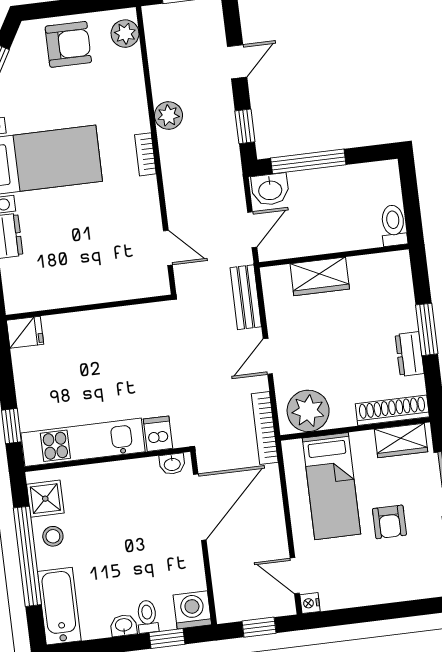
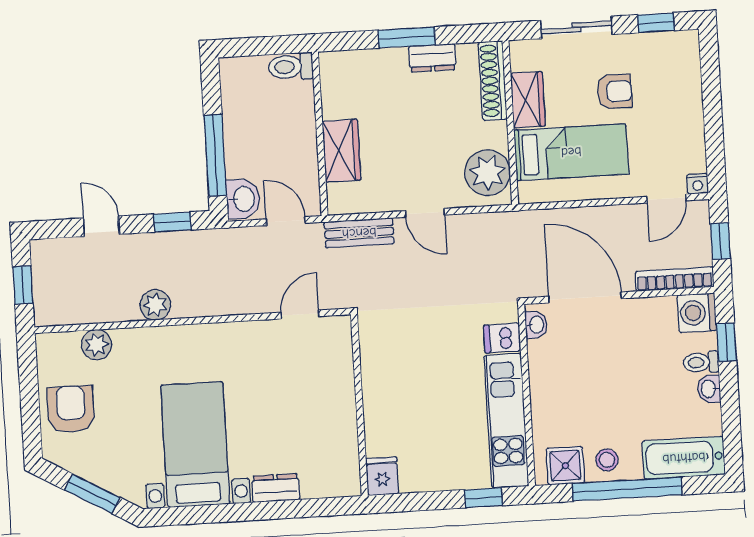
plant: (125, 34) -> (96, 345), moved
bookcase: (145, 154) -> (196, 333), removed
bookcase: (265, 428) -> (675, 279), moved, turned 180
wardrobe: (401, 440) -> (528, 100), moved

